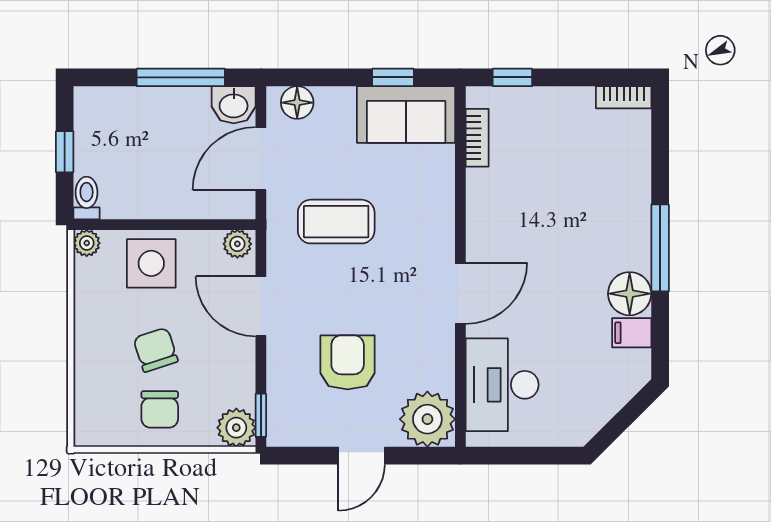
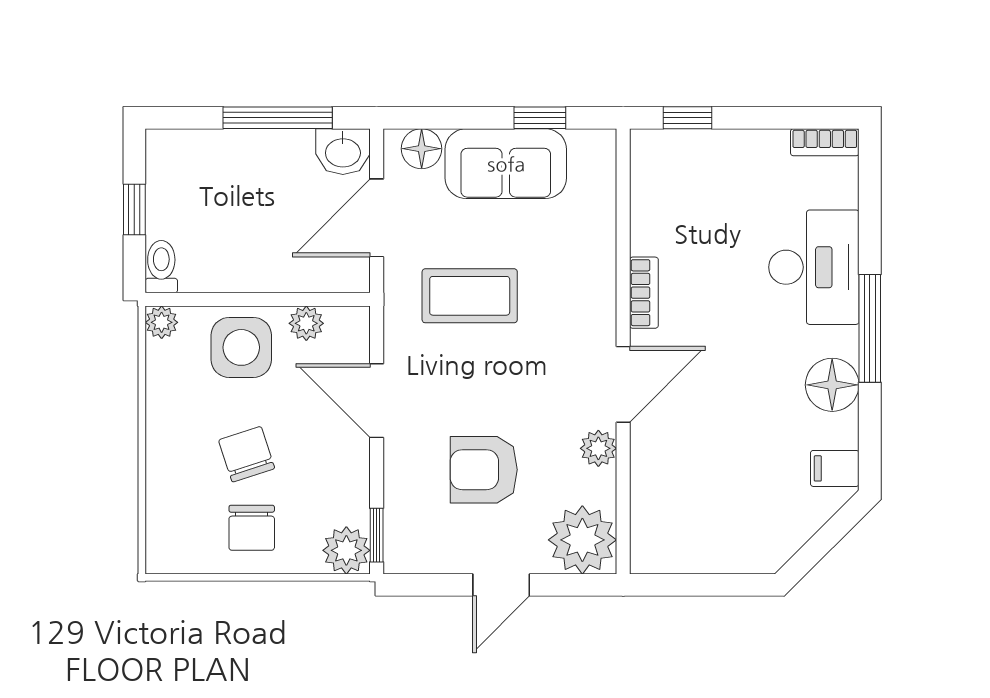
sofa: (406, 115) -> (506, 164), moved
bookcase: (477, 138) -> (644, 293), moved
plant: (237, 244) -> (306, 323), moved
filing cabinet: (632, 333) -> (835, 468), moved
plant: (440, 345) -> (598, 448), added
armchair: (348, 362) -> (484, 470), turned -90
desk: (502, 385) -> (814, 267), moved, turned 180

